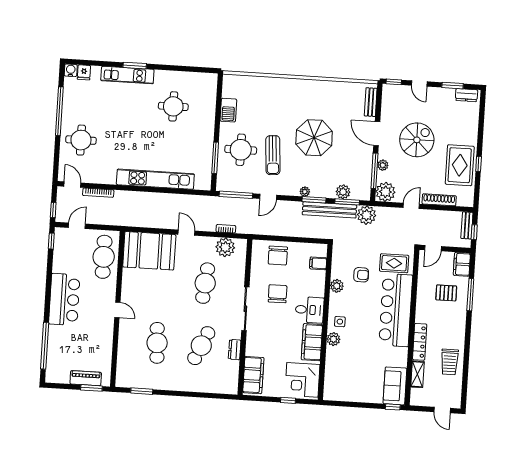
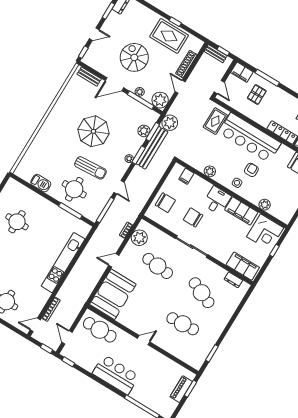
armchair: (361, 275) -> (251, 170), moved
plant: (333, 339) -> (265, 205), moved
dresser: (235, 350) -> (233, 280), moved

